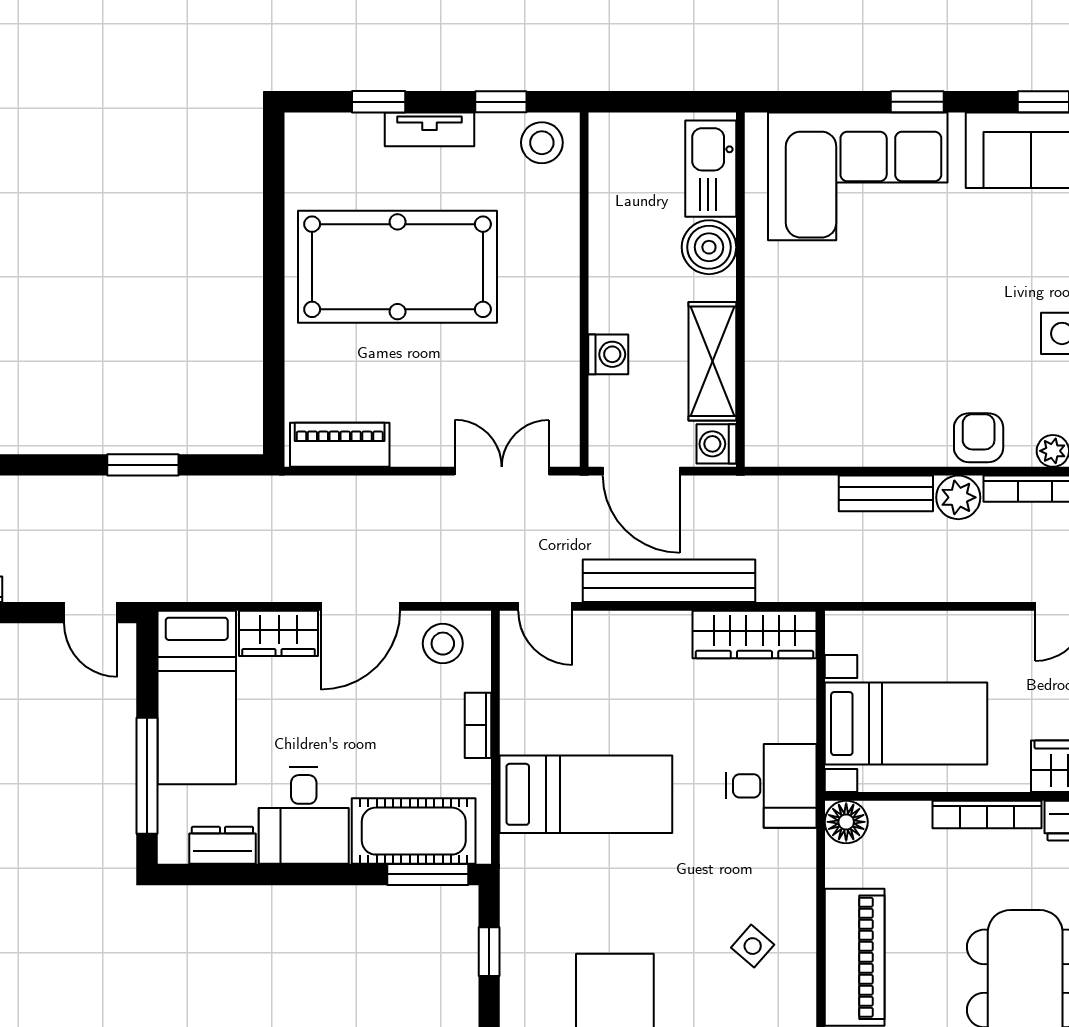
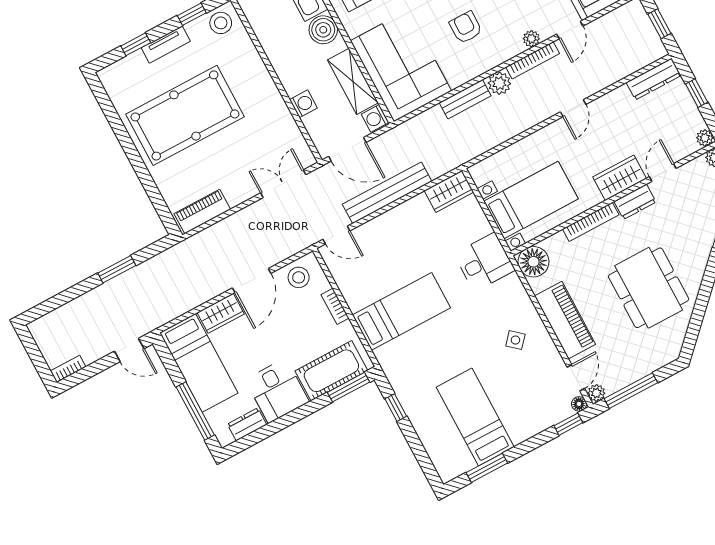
corner sofa: (808, 379) -> (401, 66), added
armchair: (979, 438) -> (466, 27), moved
wardrobe: (754, 634) -> (449, 191), width x0.67
floor lamp: (846, 822) -> (533, 262), width x1.38, depth x1.38

